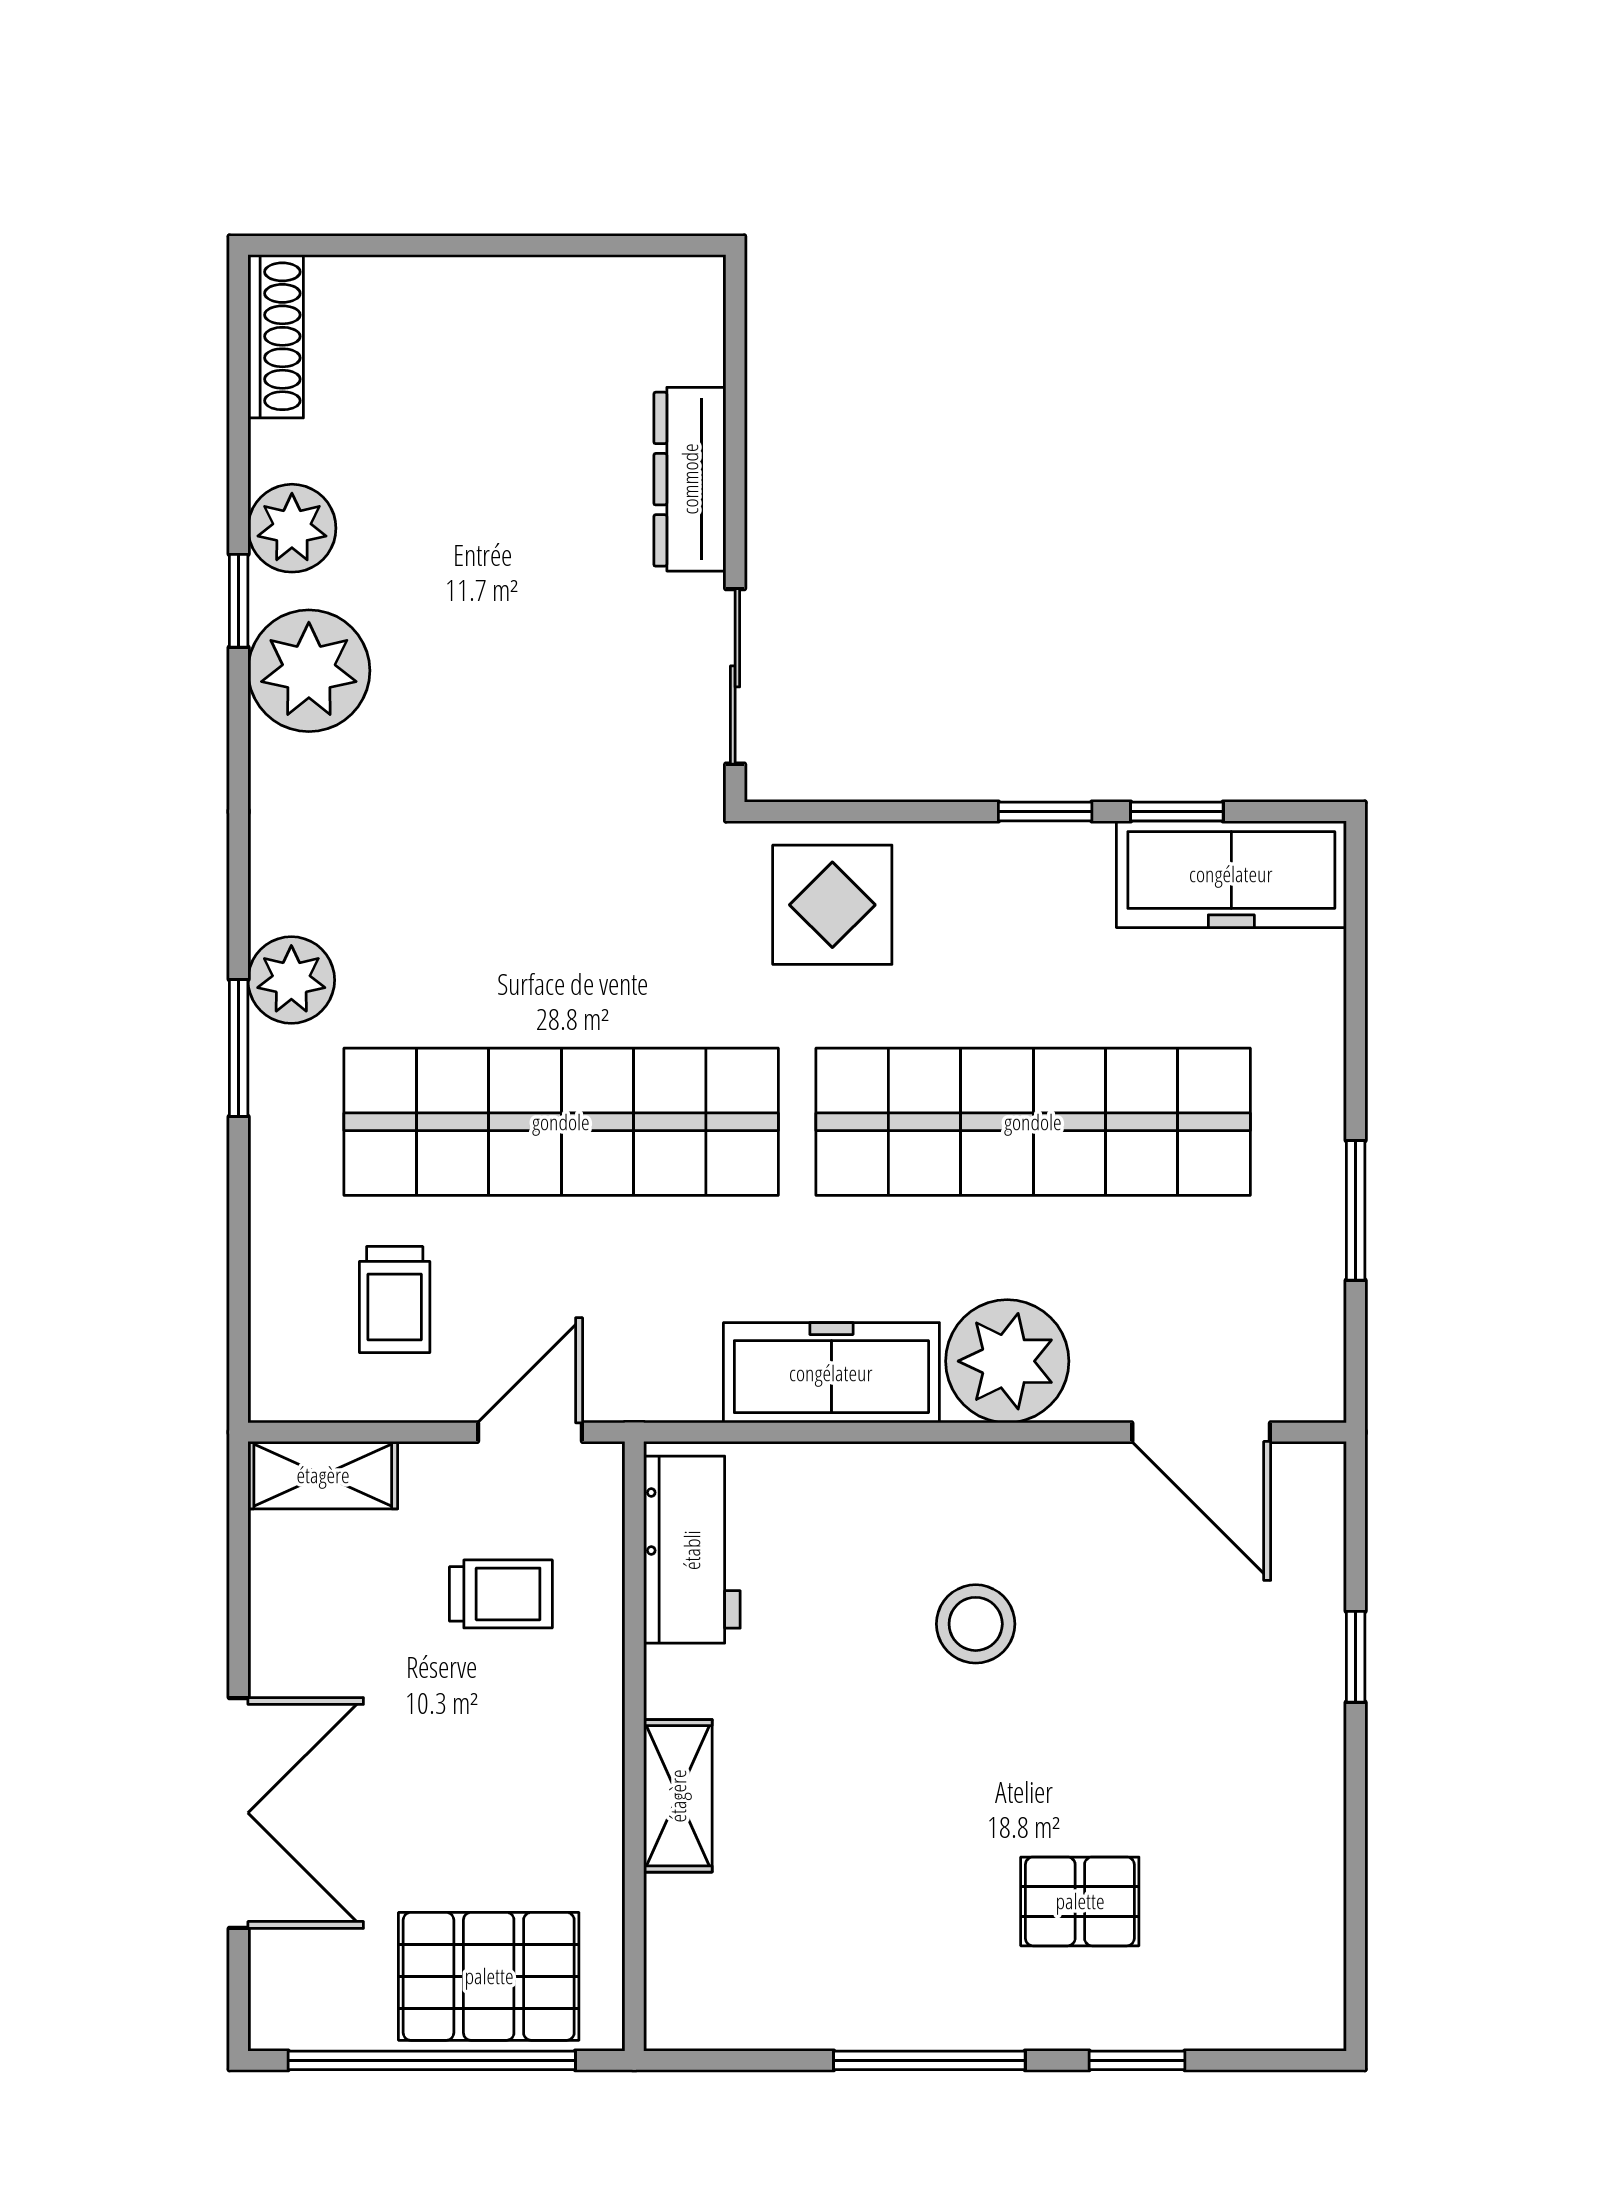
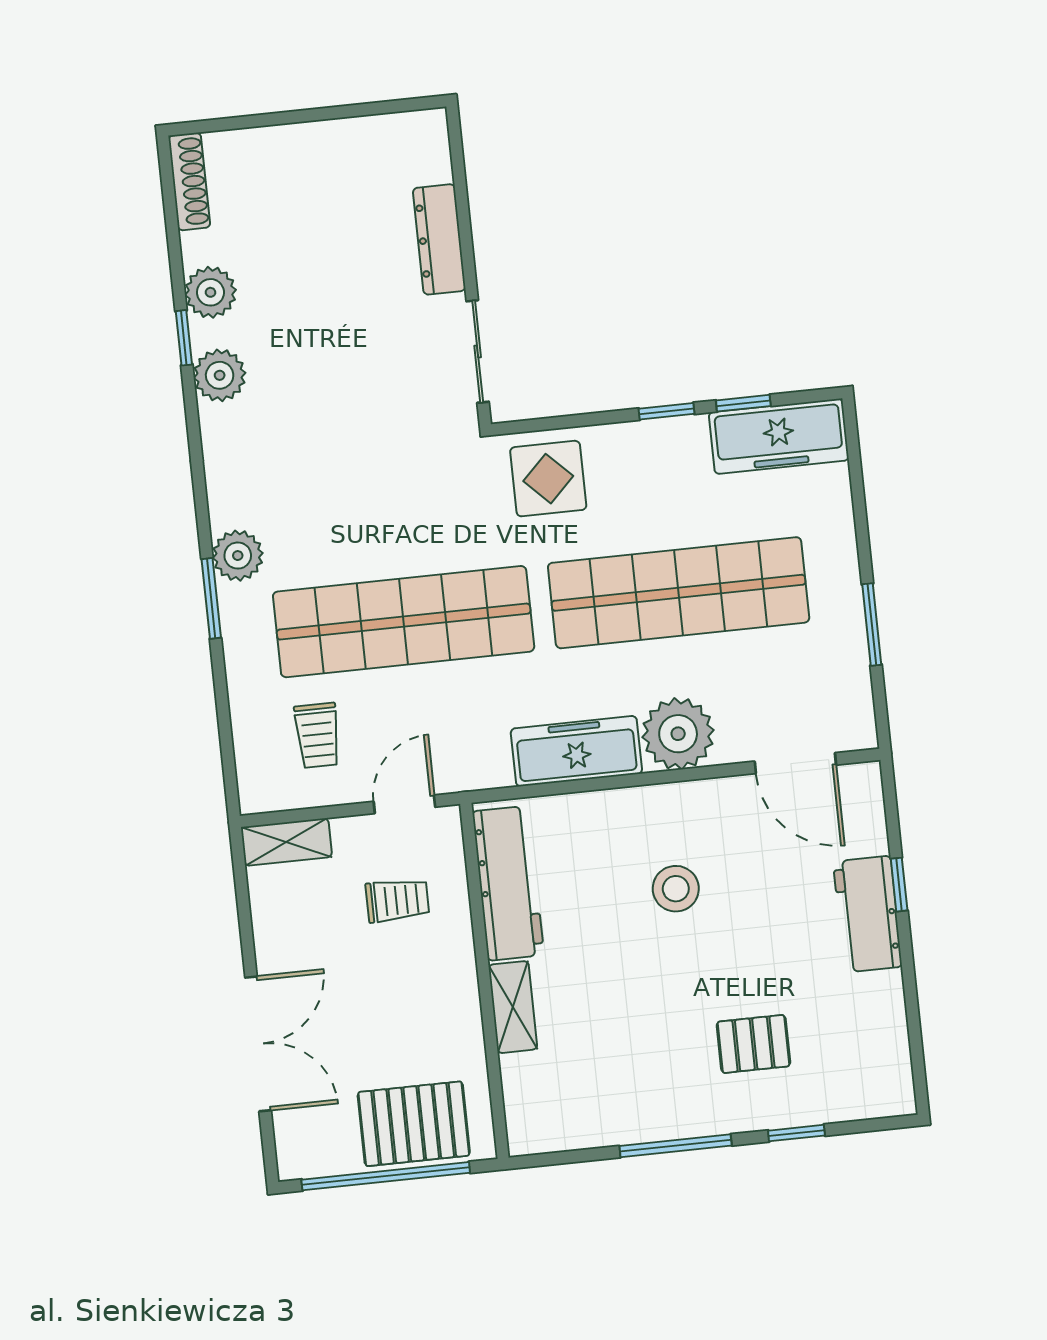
plant: (309, 671) -> (220, 375), width x0.73, depth x0.73
workbench: (692, 1550) -> (508, 883), width x1.38
workbench: (1297, 1701) -> (868, 914), added

